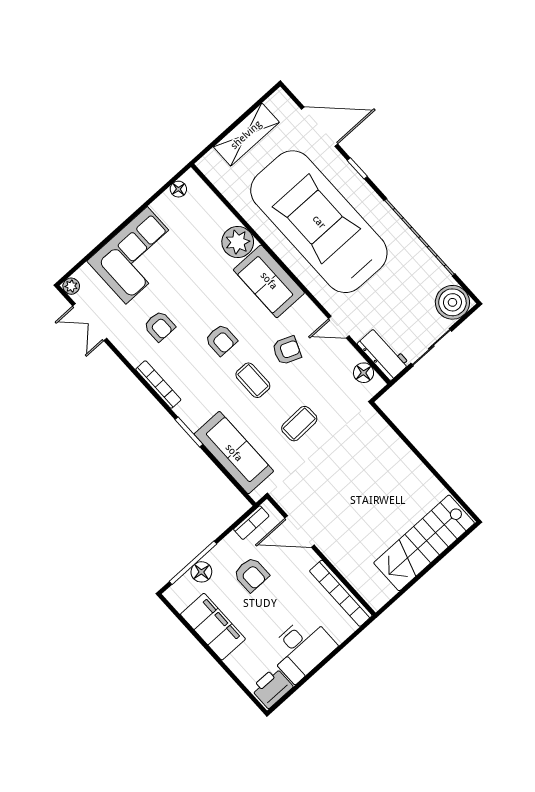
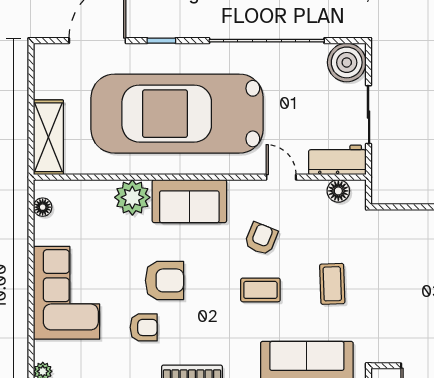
shelving: (246, 135) -> (48, 137), moved
door: (339, 327) -> (281, 177), swing flipped
armchair: (221, 340) -> (164, 280), moved, width x1.38, depth x1.38

